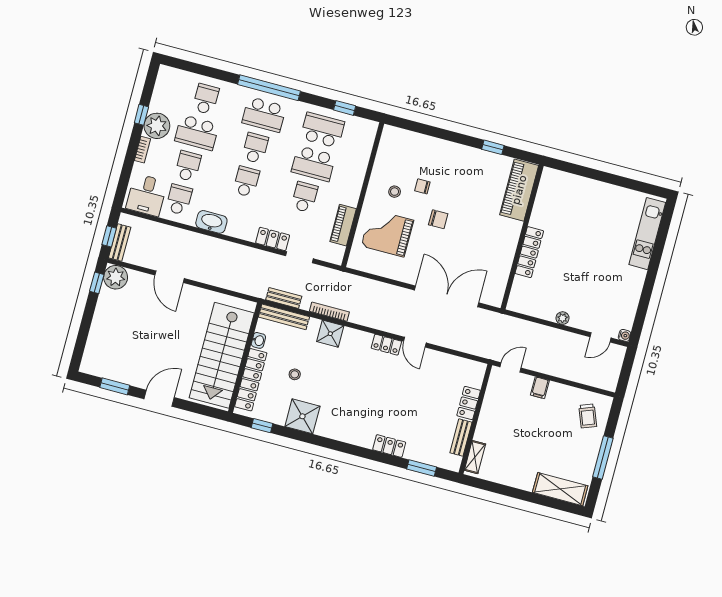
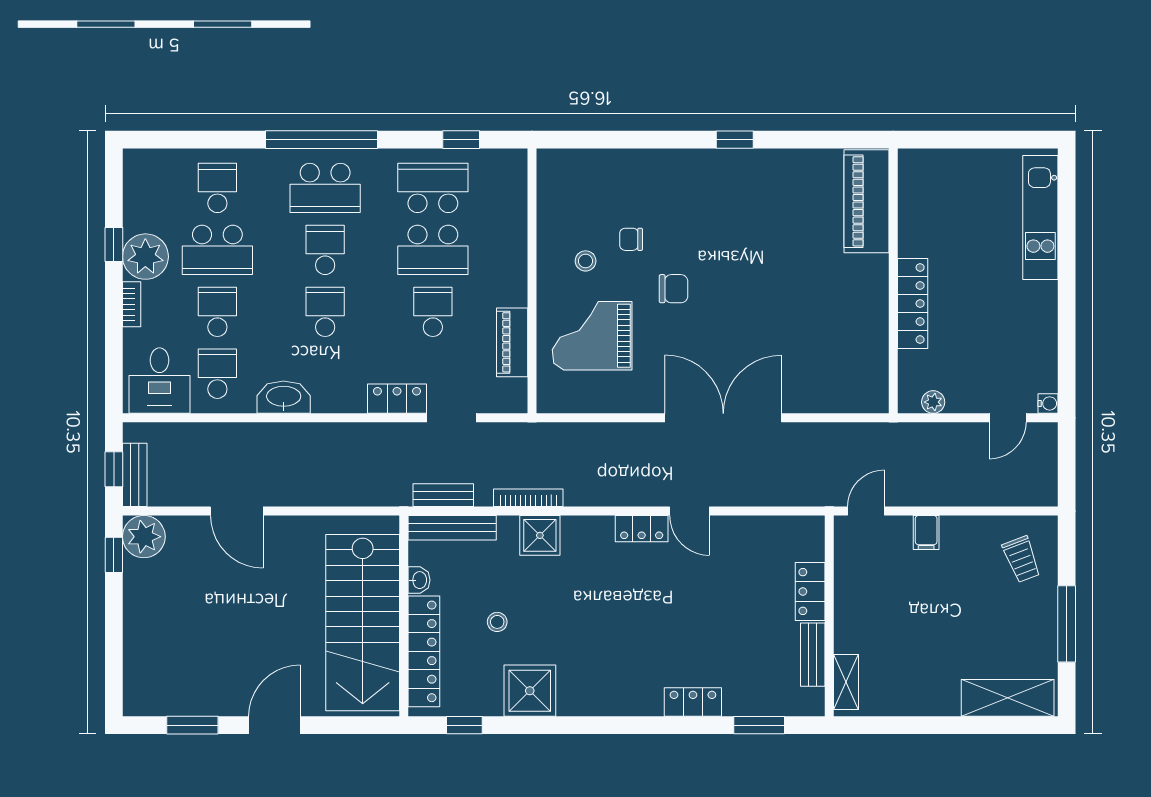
piano: (519, 190) -> (867, 201), moved
wall: (522, 237) -> (893, 281), moved
locker: (529, 252) -> (913, 304), moved

